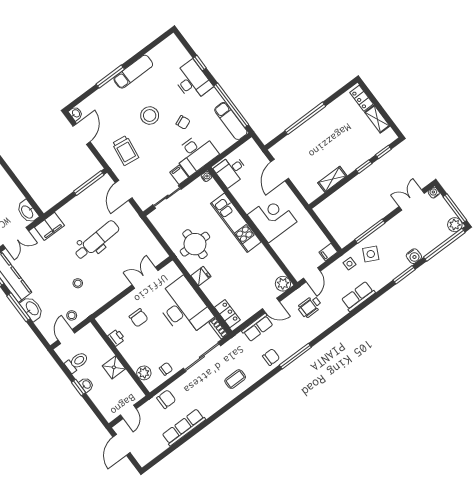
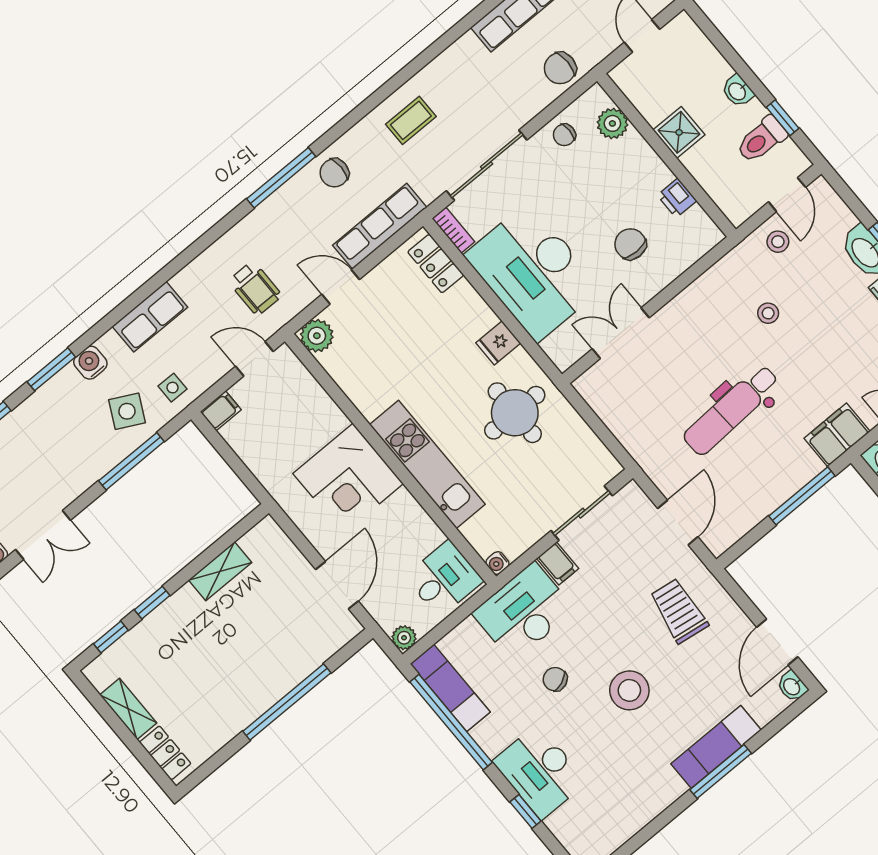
exam couch: (133, 72) -> (716, 747), moved
plant: (251, 145) -> (404, 638), added
window: (89, 183) -> (802, 496), moved
water cooler: (414, 256) -> (90, 363), moved
door: (312, 275) -> (254, 359), hinge flipped
double door: (145, 278) -> (621, 333), swing flipped
wheelchair: (310, 307) -> (255, 288), turned 90
row of seats: (257, 328) -> (380, 226), width x1.48
window: (79, 387) -> (783, 118), moved

